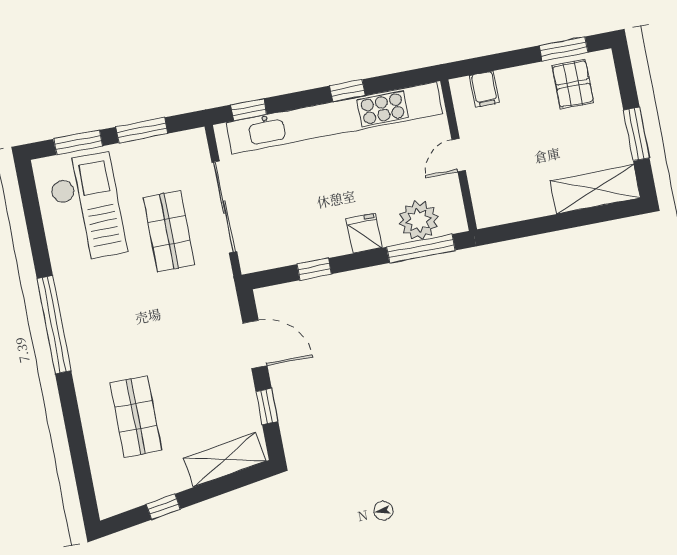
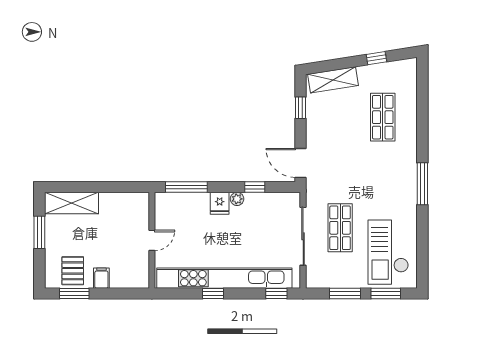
filing cabinet: (484, 89) -> (101, 278), moved
plant: (419, 220) -> (237, 199), moved, width x0.53, depth x0.53
window: (54, 325) -> (422, 184), width x0.68
door: (255, 344) -> (300, 163), moved

